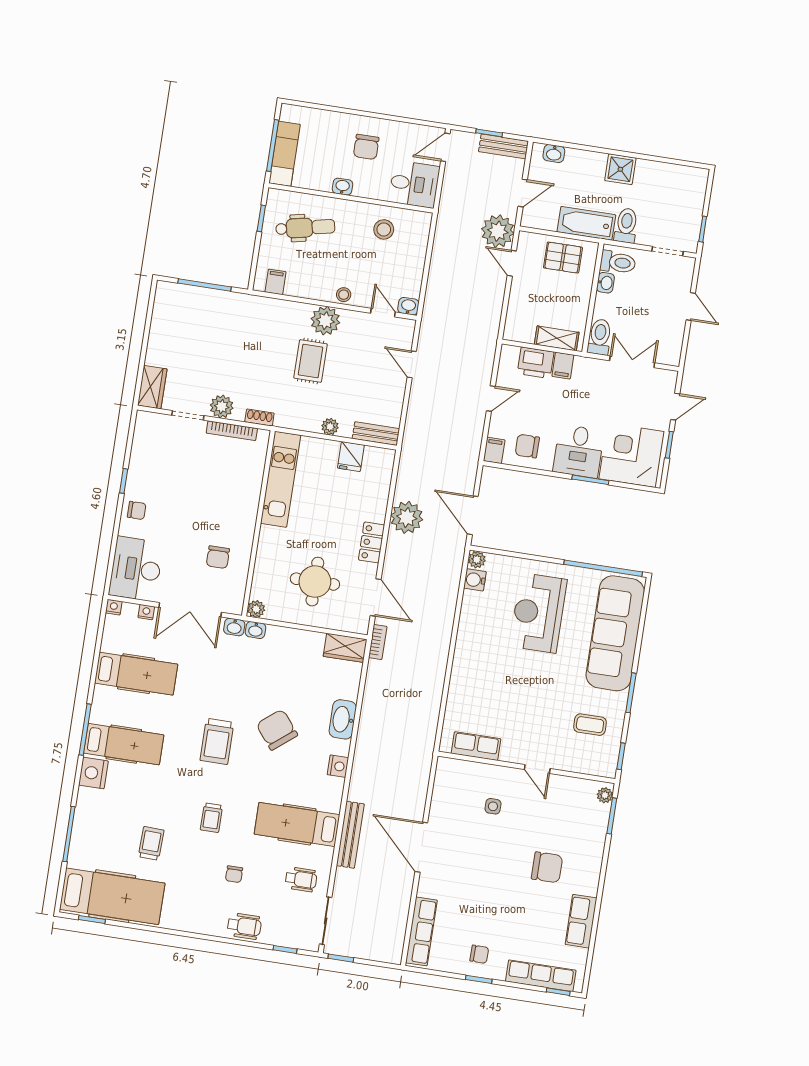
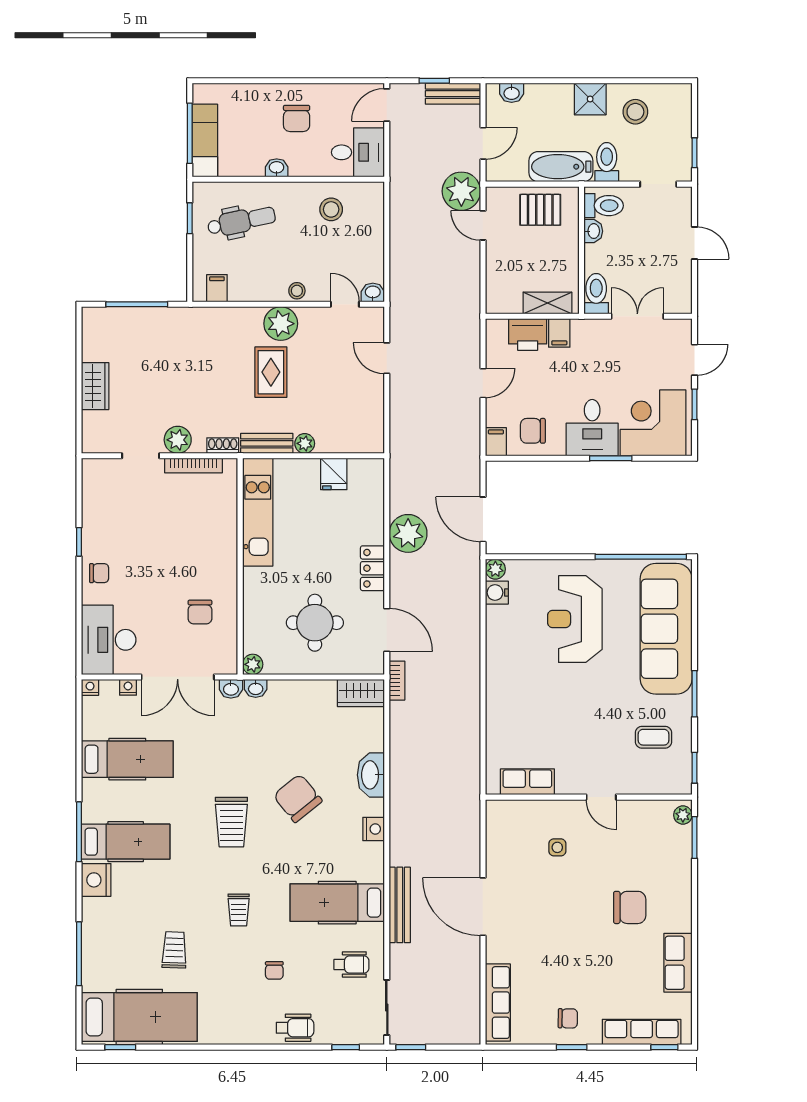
stool: (657, 186) -> (635, 112), added
wardrobe: (152, 387) -> (95, 386), moved
bench: (376, 434) -> (267, 443), moved

